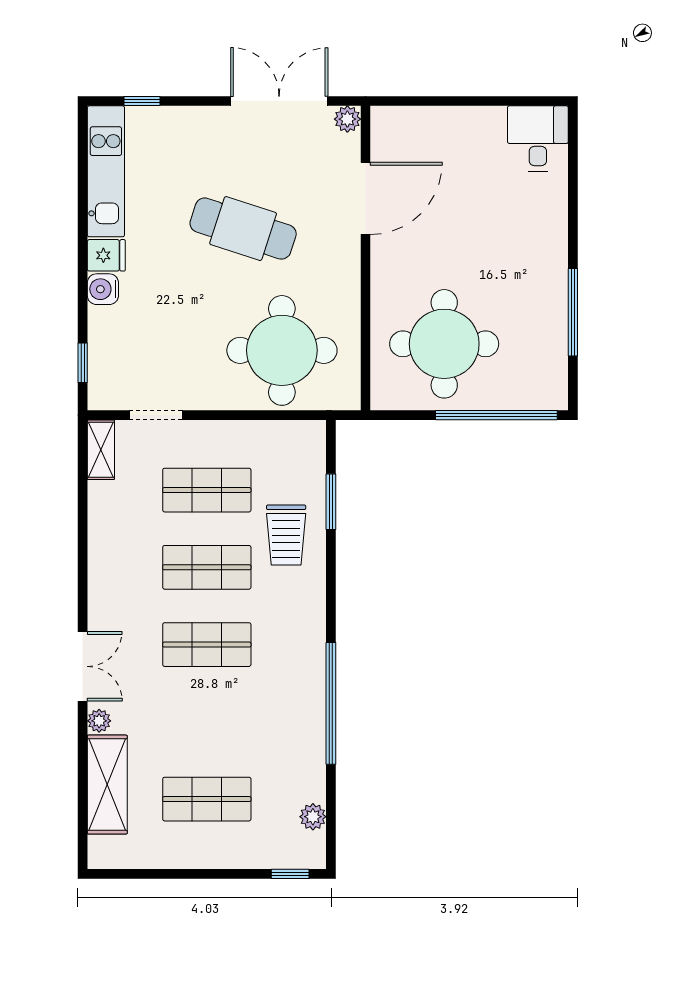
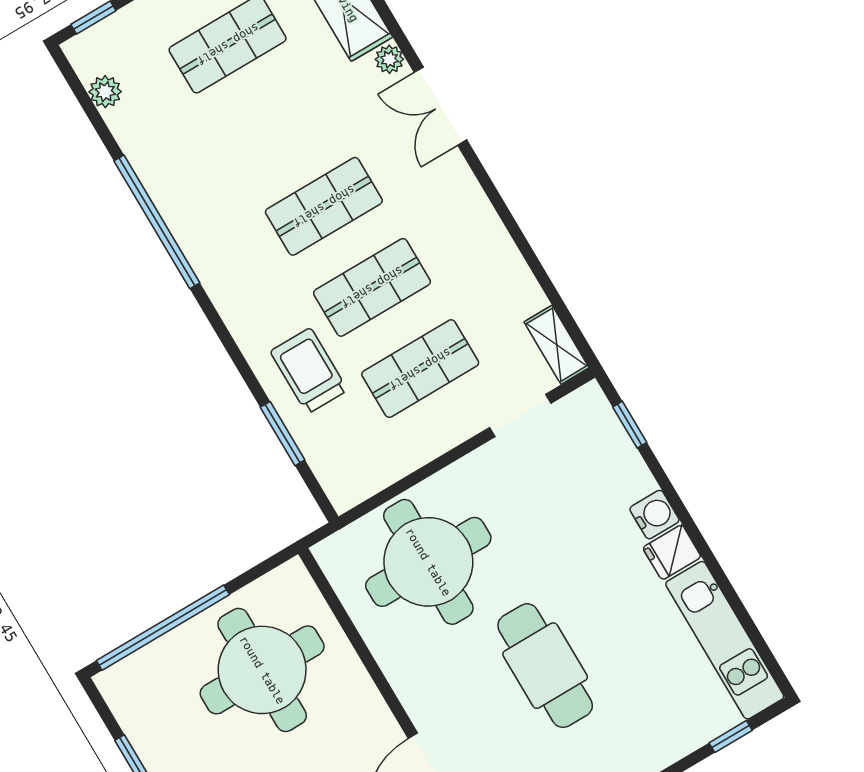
cafe table: (243, 229) -> (545, 666), turned 72

